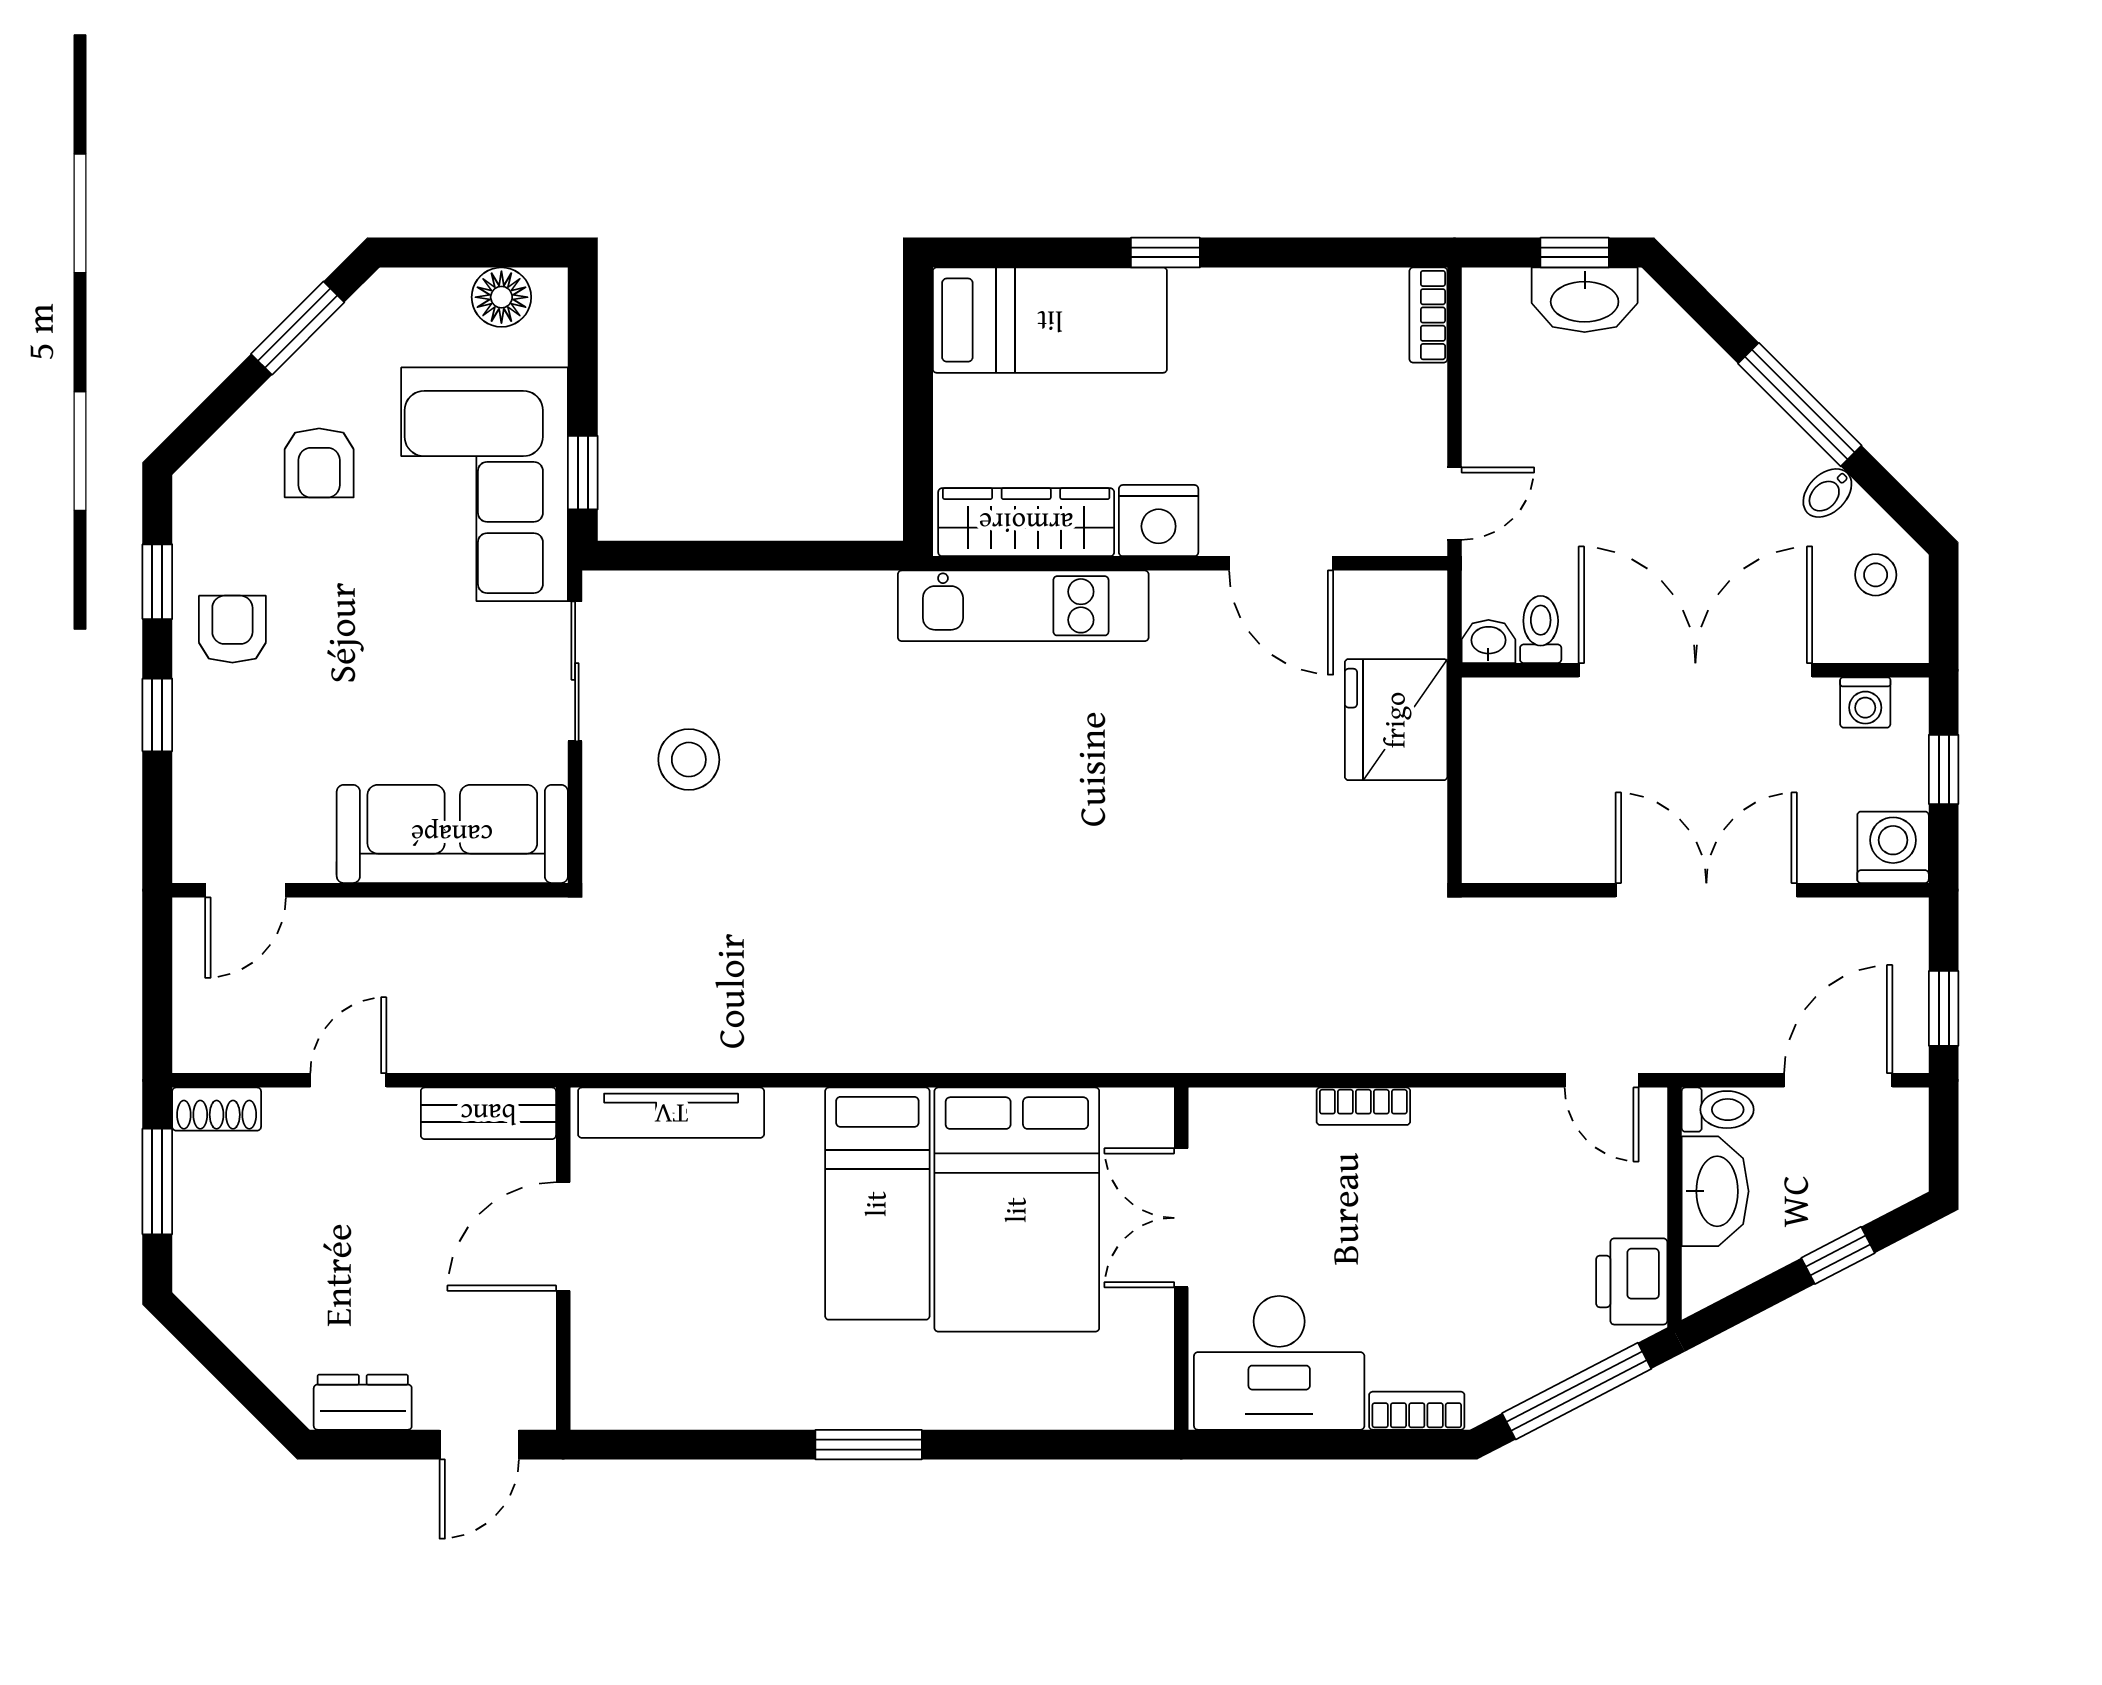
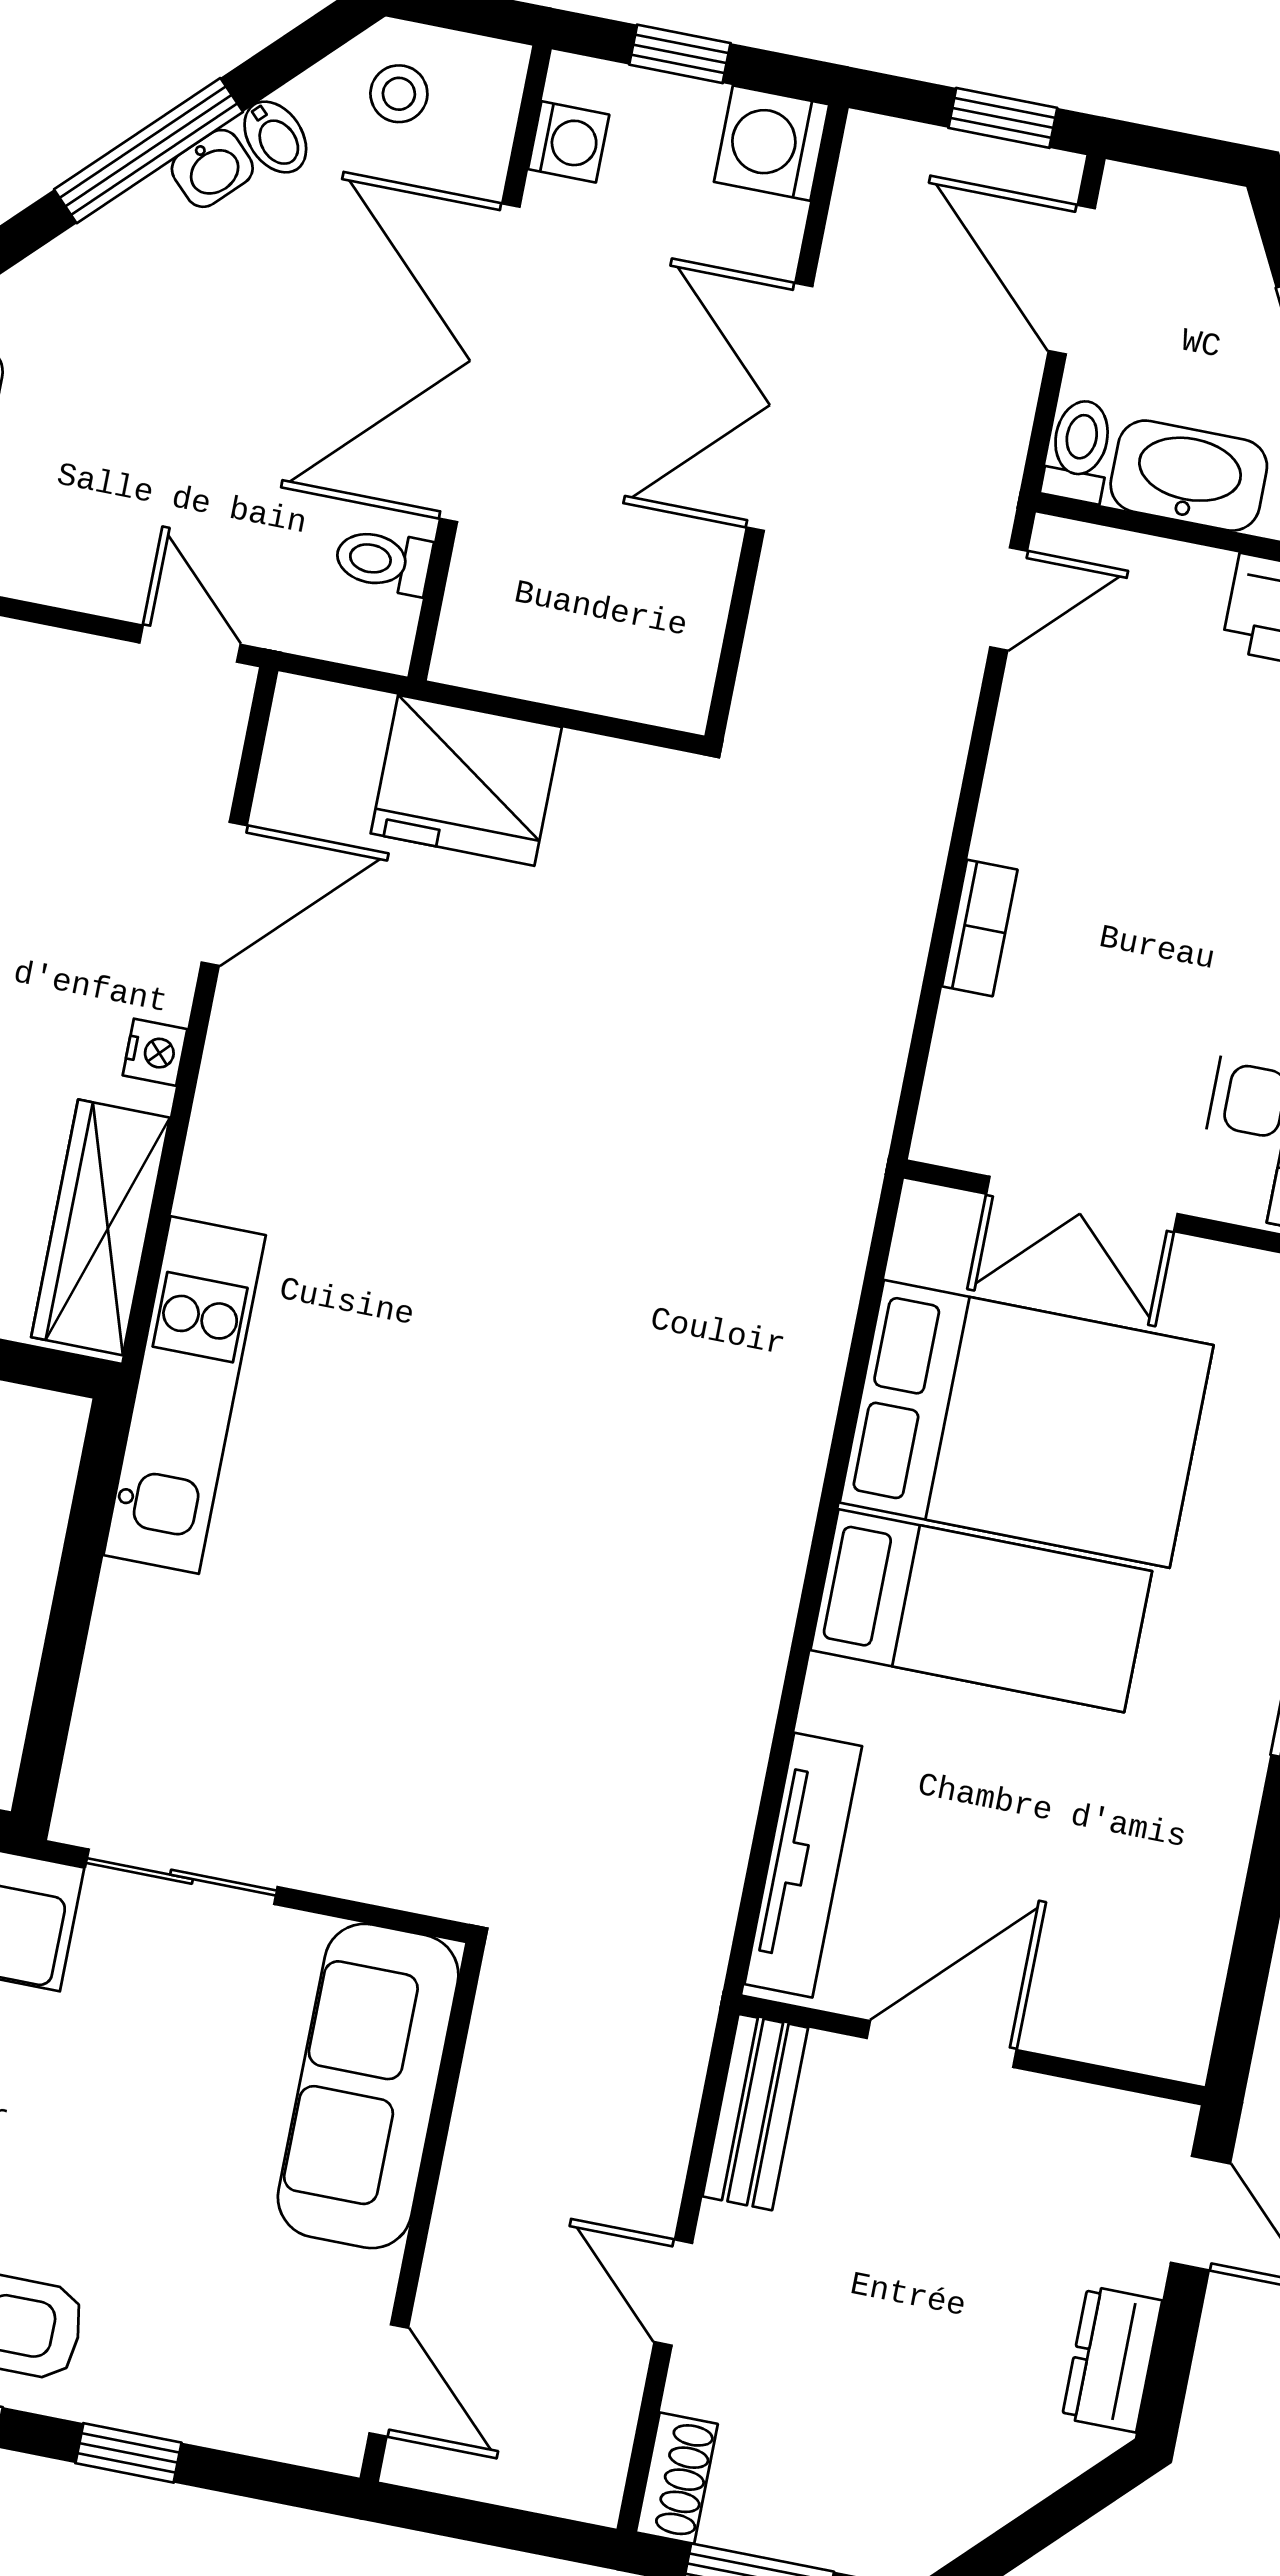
nightstand: (1159, 521) -> (155, 1052), width x0.53, depth x0.56
kitchen unit: (1023, 606) -> (185, 1395), moved
washbasin: (1488, 642) -> (212, 168), moved, turned -135
stool: (689, 760) -> (331, 1747), removed
door: (563, 1237) -> (942, 2044), swing flipped

